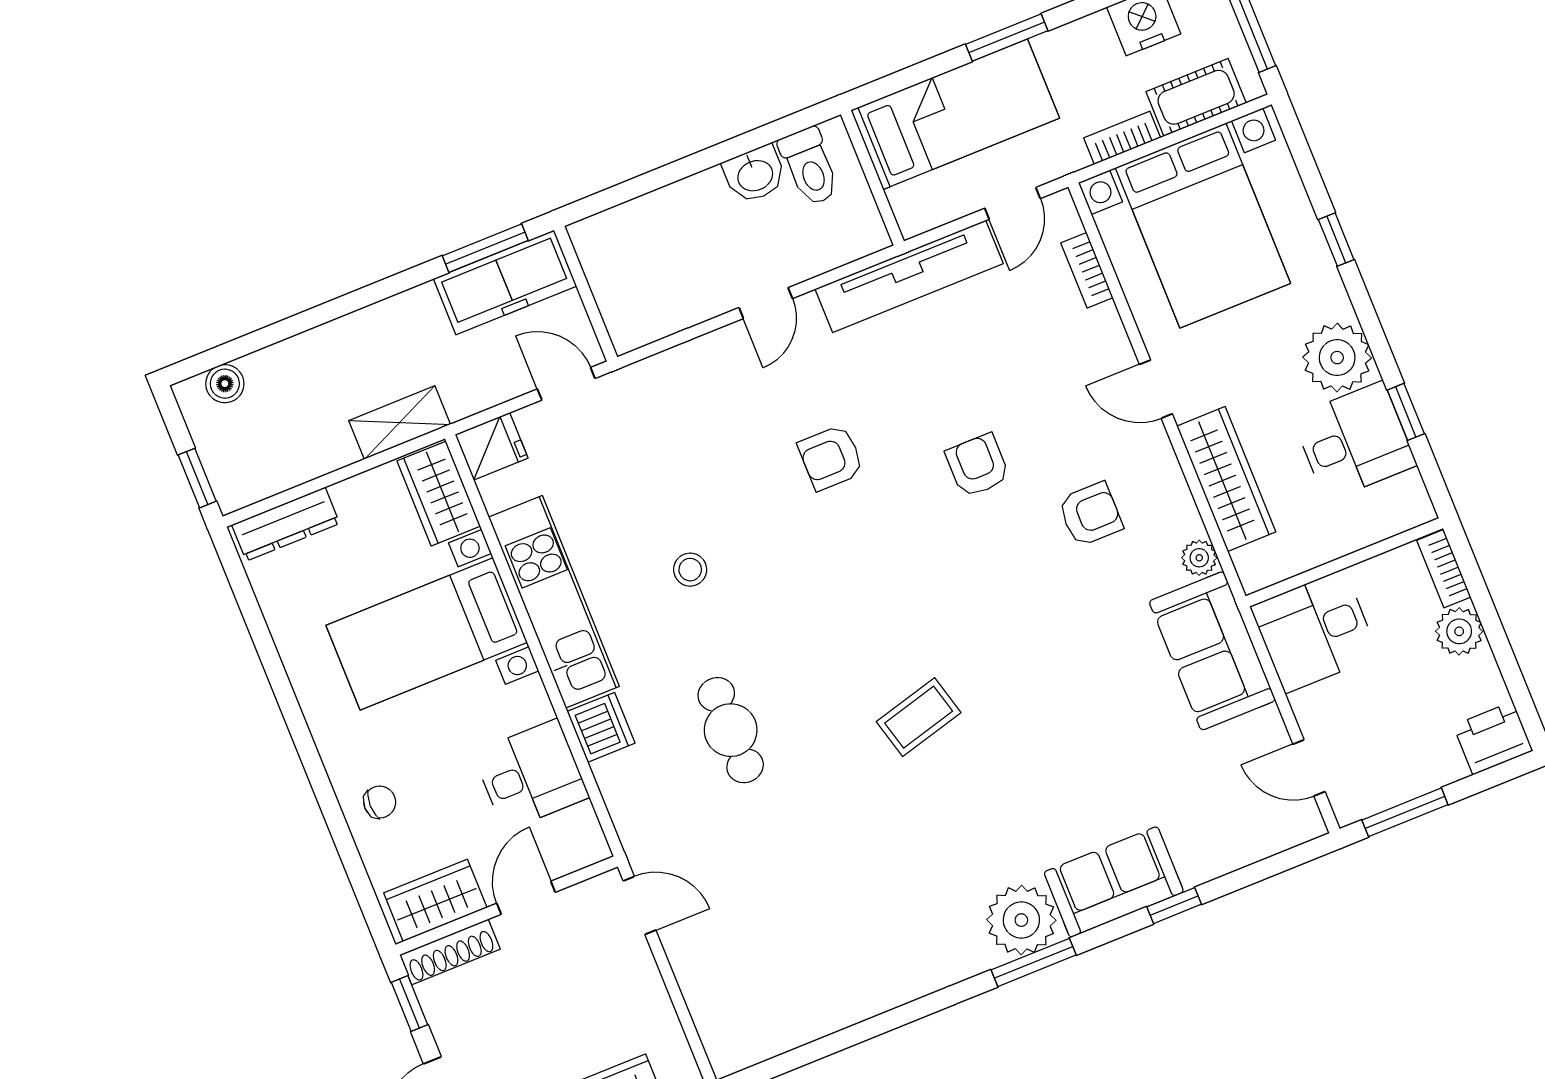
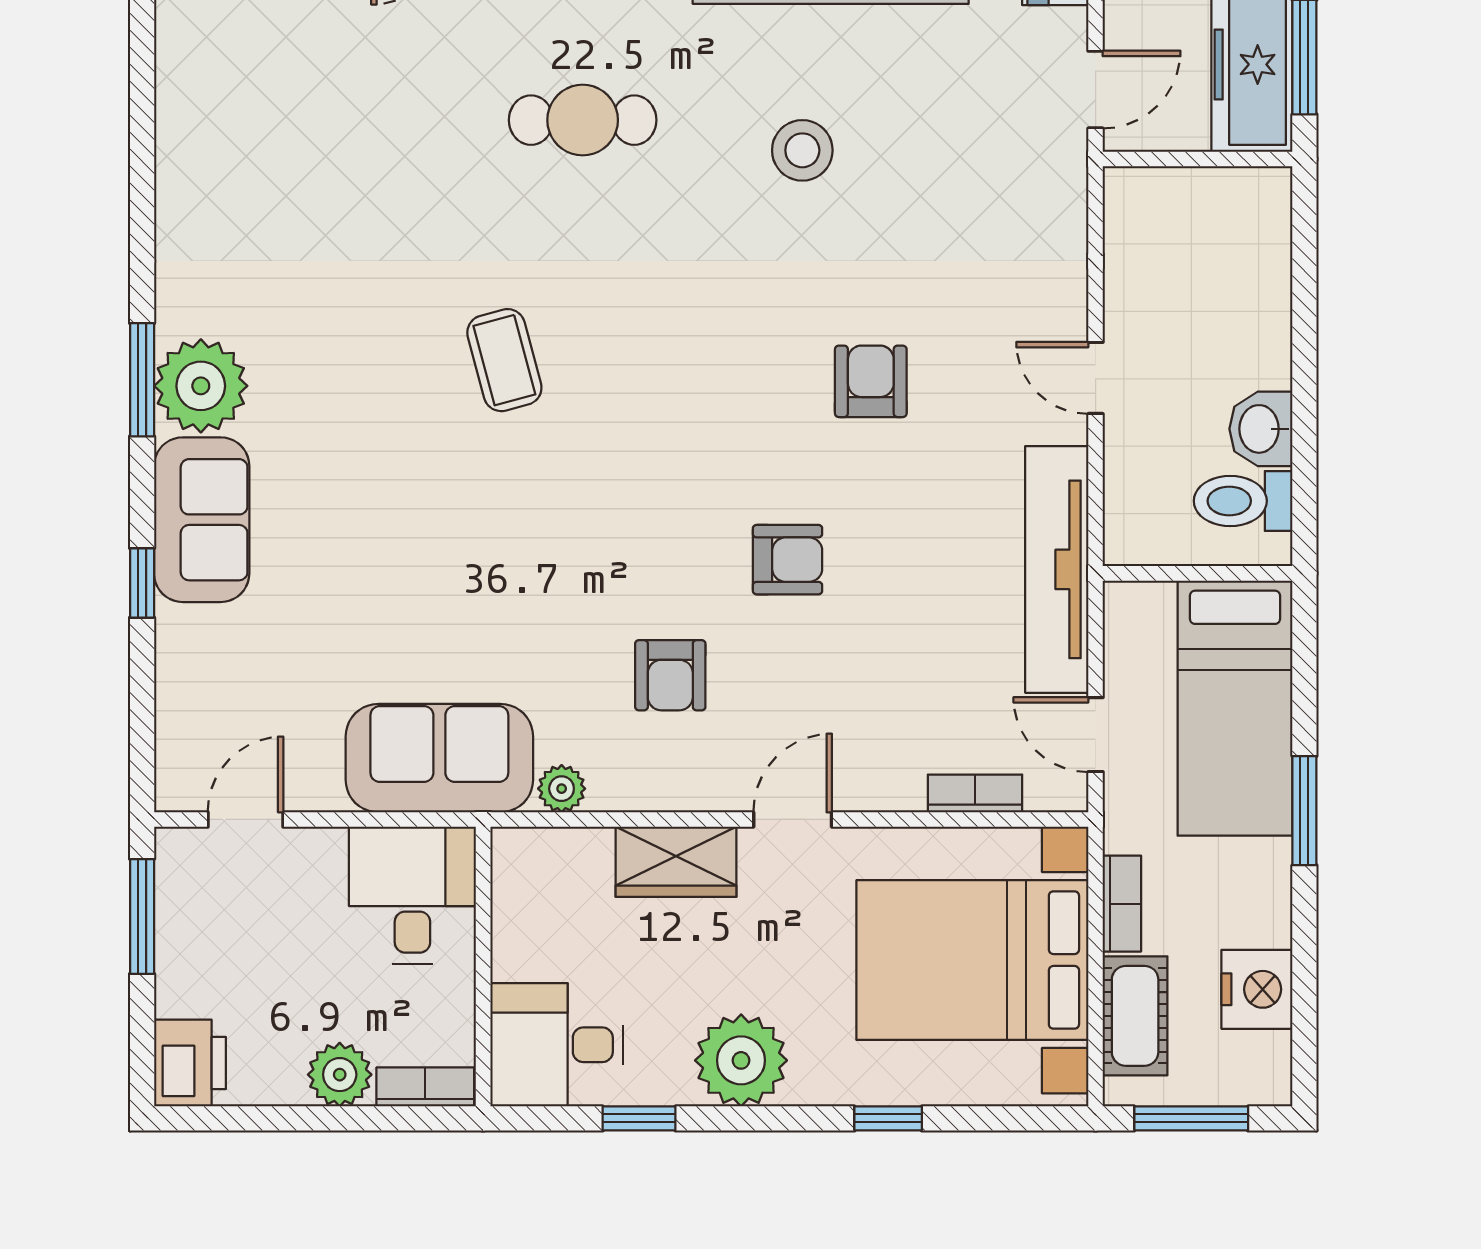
desk: (1354, 441) -> (557, 1045), moved, turned 90
wardrobe: (1226, 479) -> (676, 862), width x0.67
stool: (690, 570) -> (802, 150), width x1.37, depth x1.37

